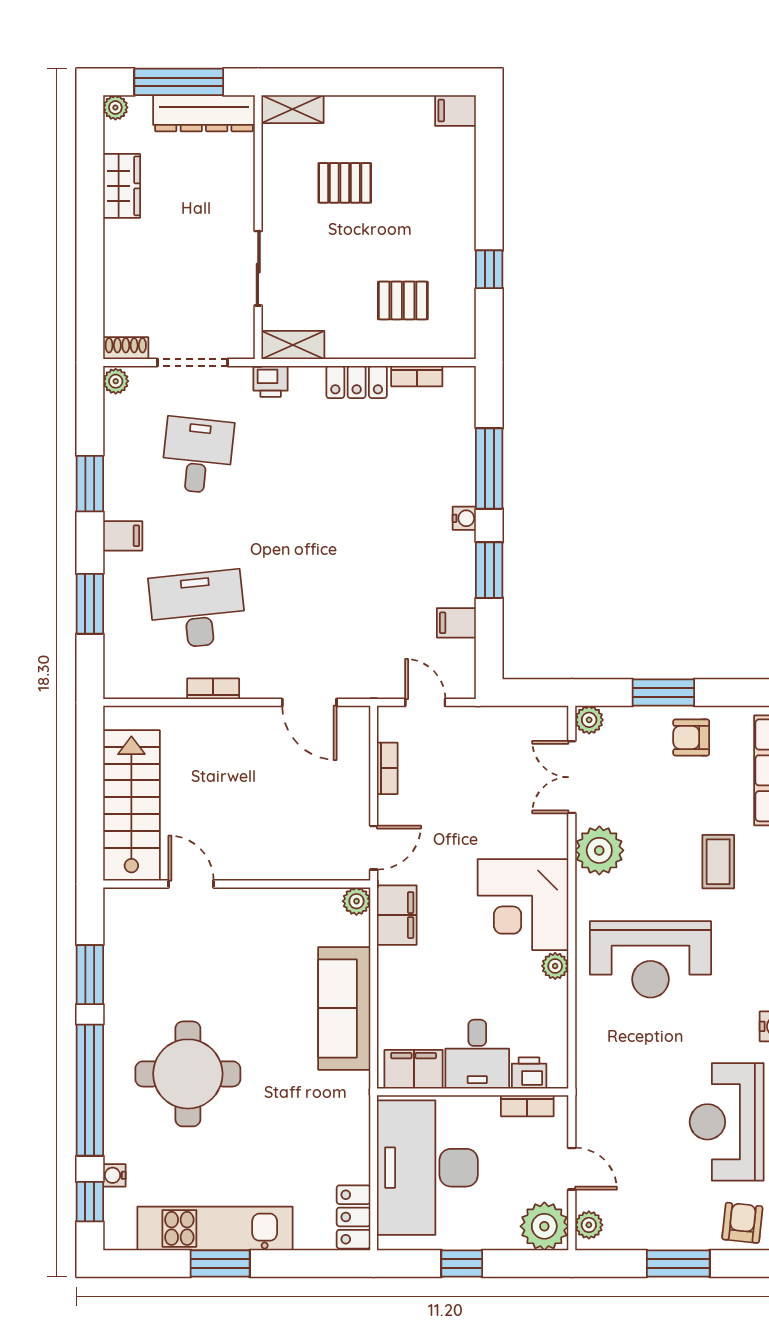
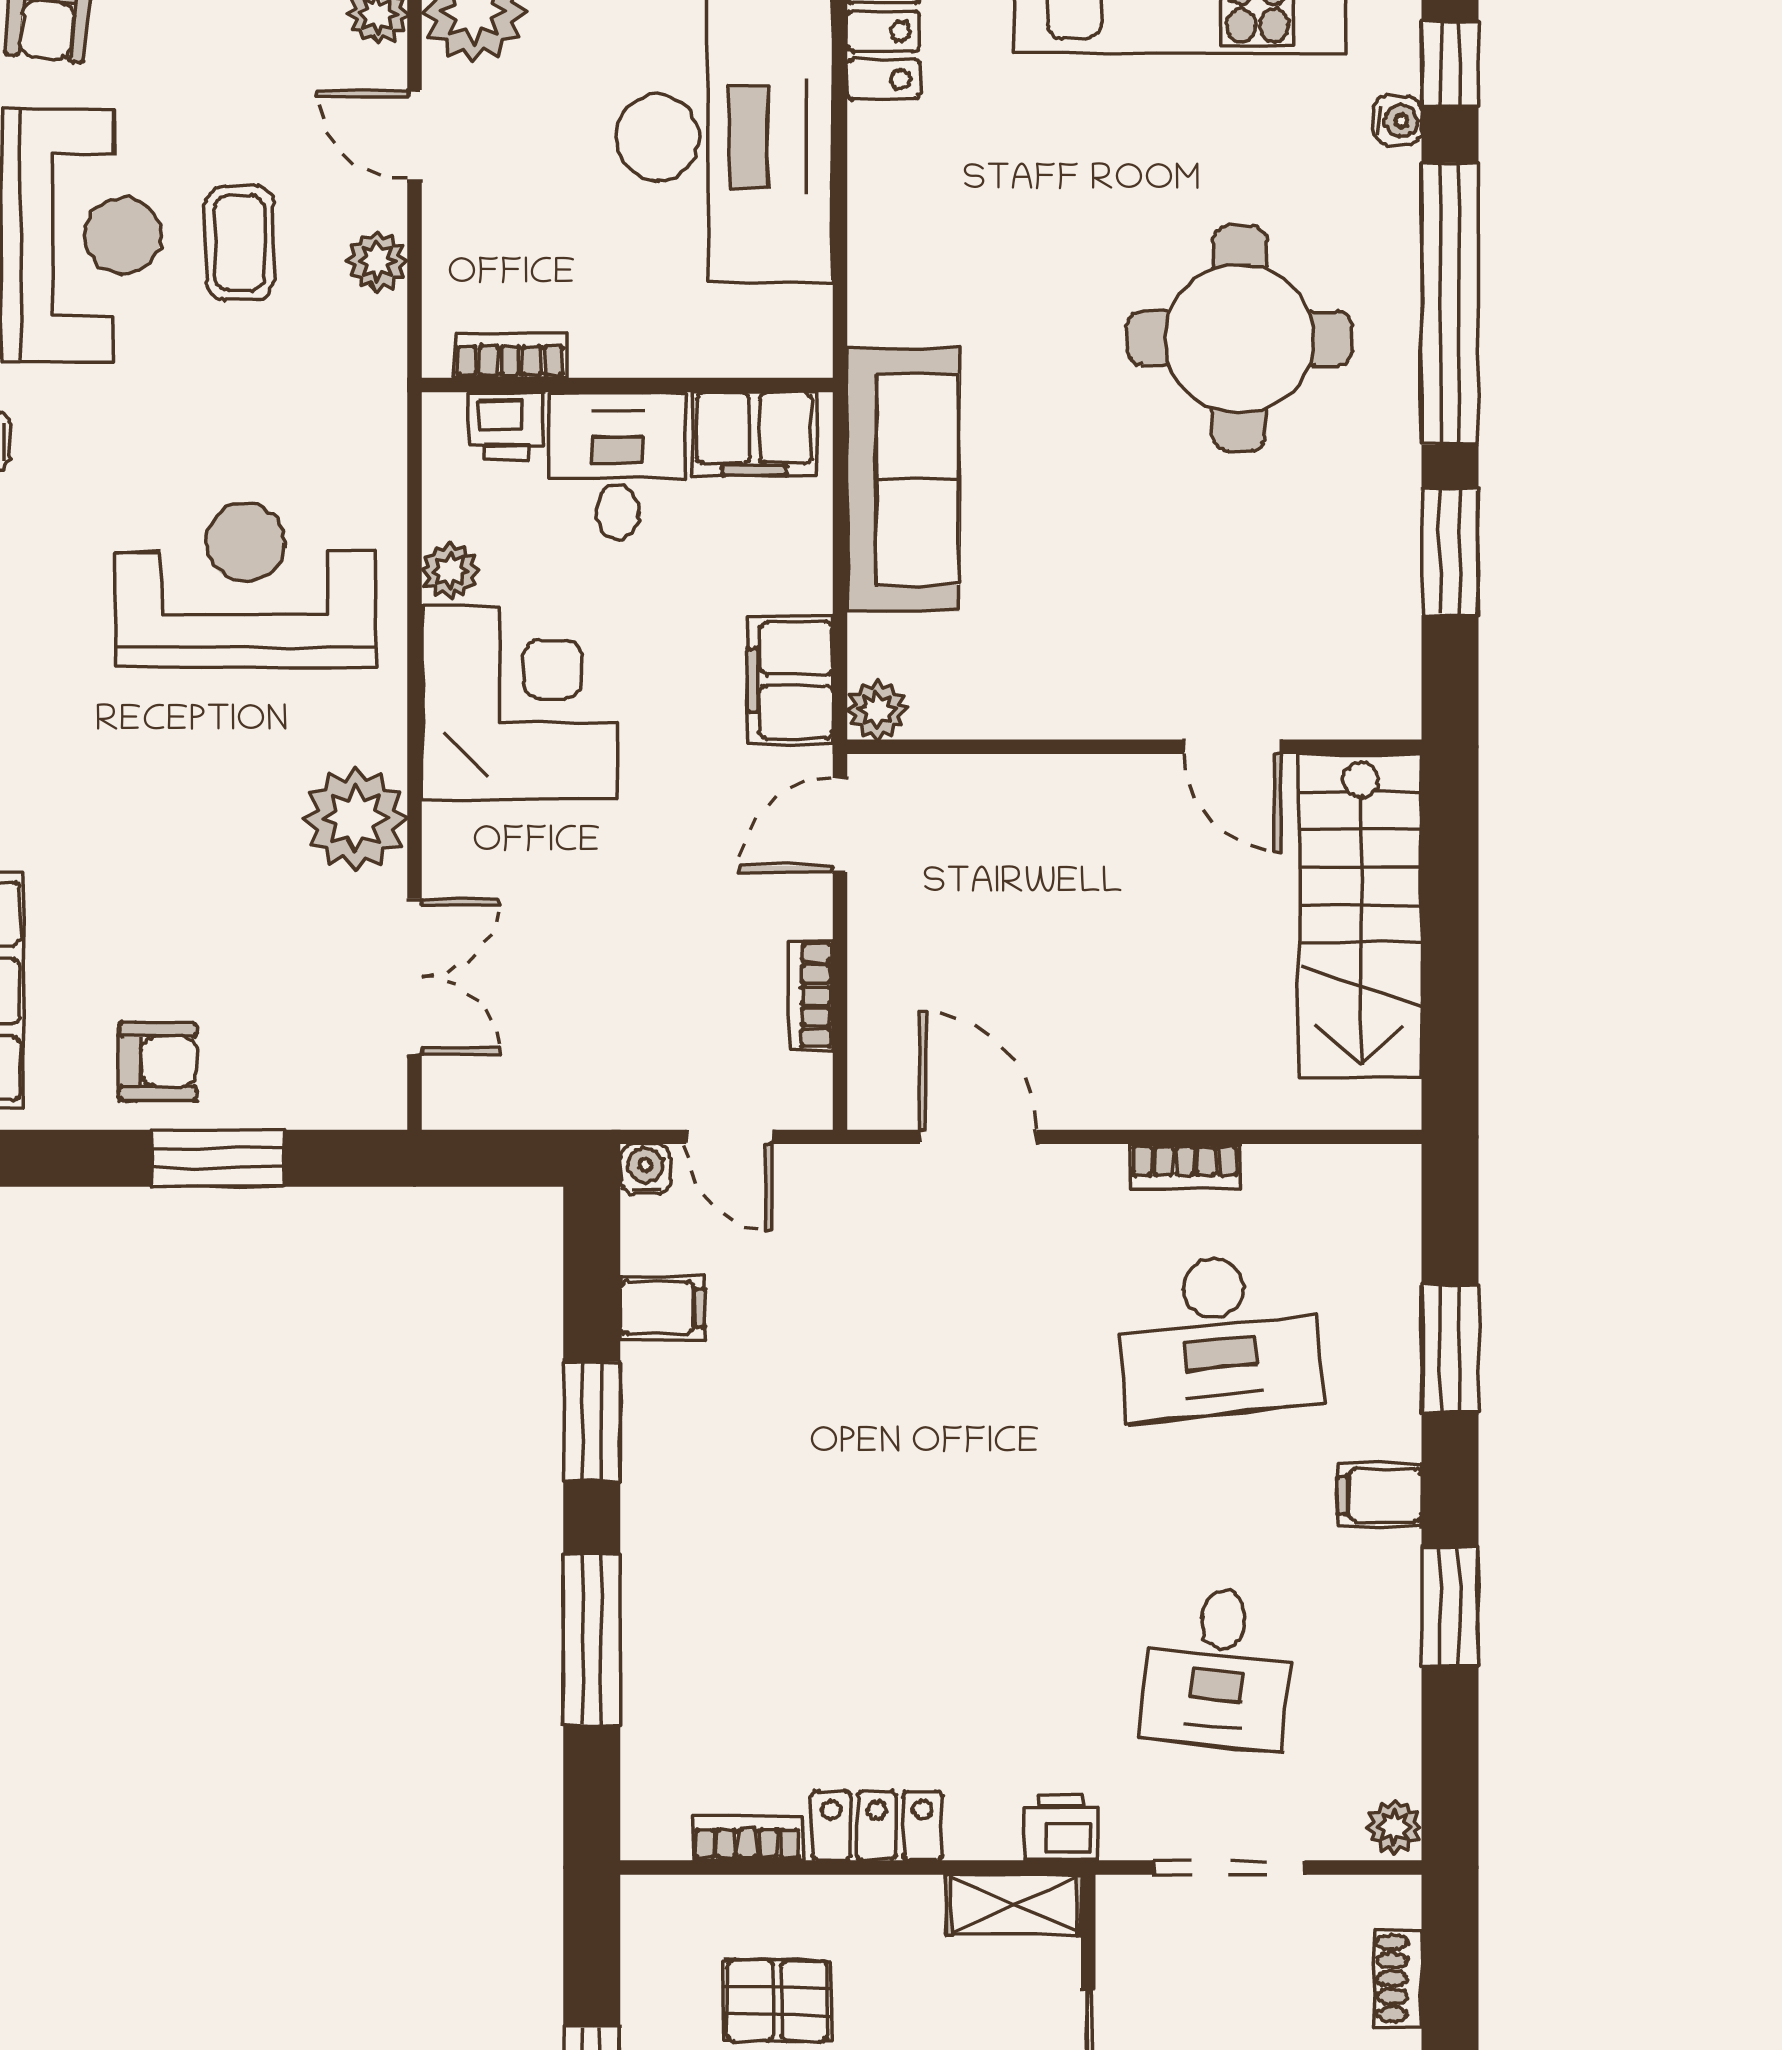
shoe rack: (126, 348) -> (1398, 1978), moved, turned 90
water cooler: (464, 518) -> (645, 1169), moved, turned 90
plant: (589, 720) -> (377, 261), moved
coffee table: (718, 862) -> (240, 242), moved
desk: (477, 1054) -> (618, 466), moved
filing cabinet: (414, 1069) -> (754, 434), moved
printer: (529, 1073) -> (506, 426), moved
wall: (473, 1092) -> (627, 385), moved
bookcase: (527, 1106) -> (510, 355), moved

